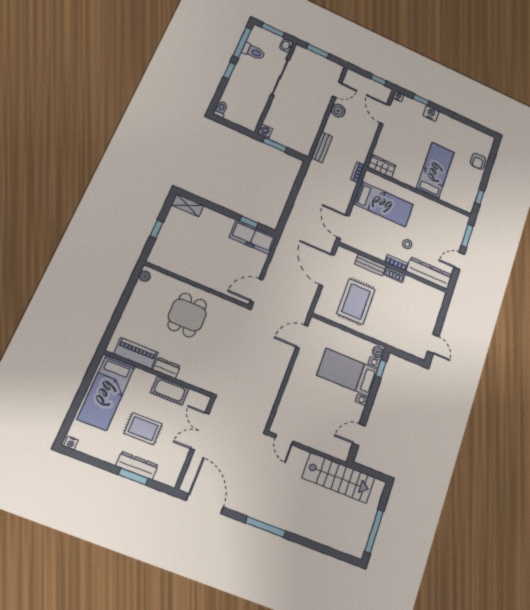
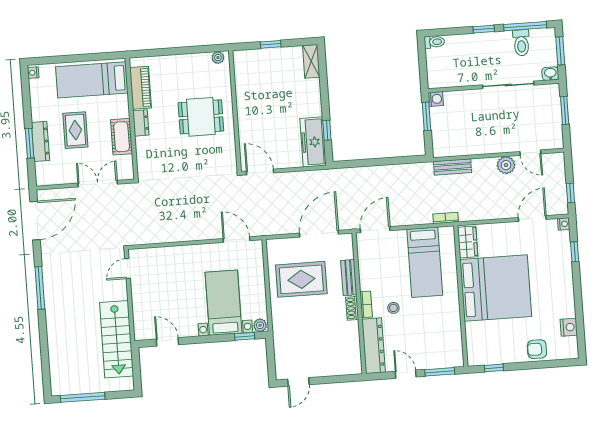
nightstand: (431, 113) -> (569, 327), moved
bed: (435, 171) -> (496, 288), width x2.04

